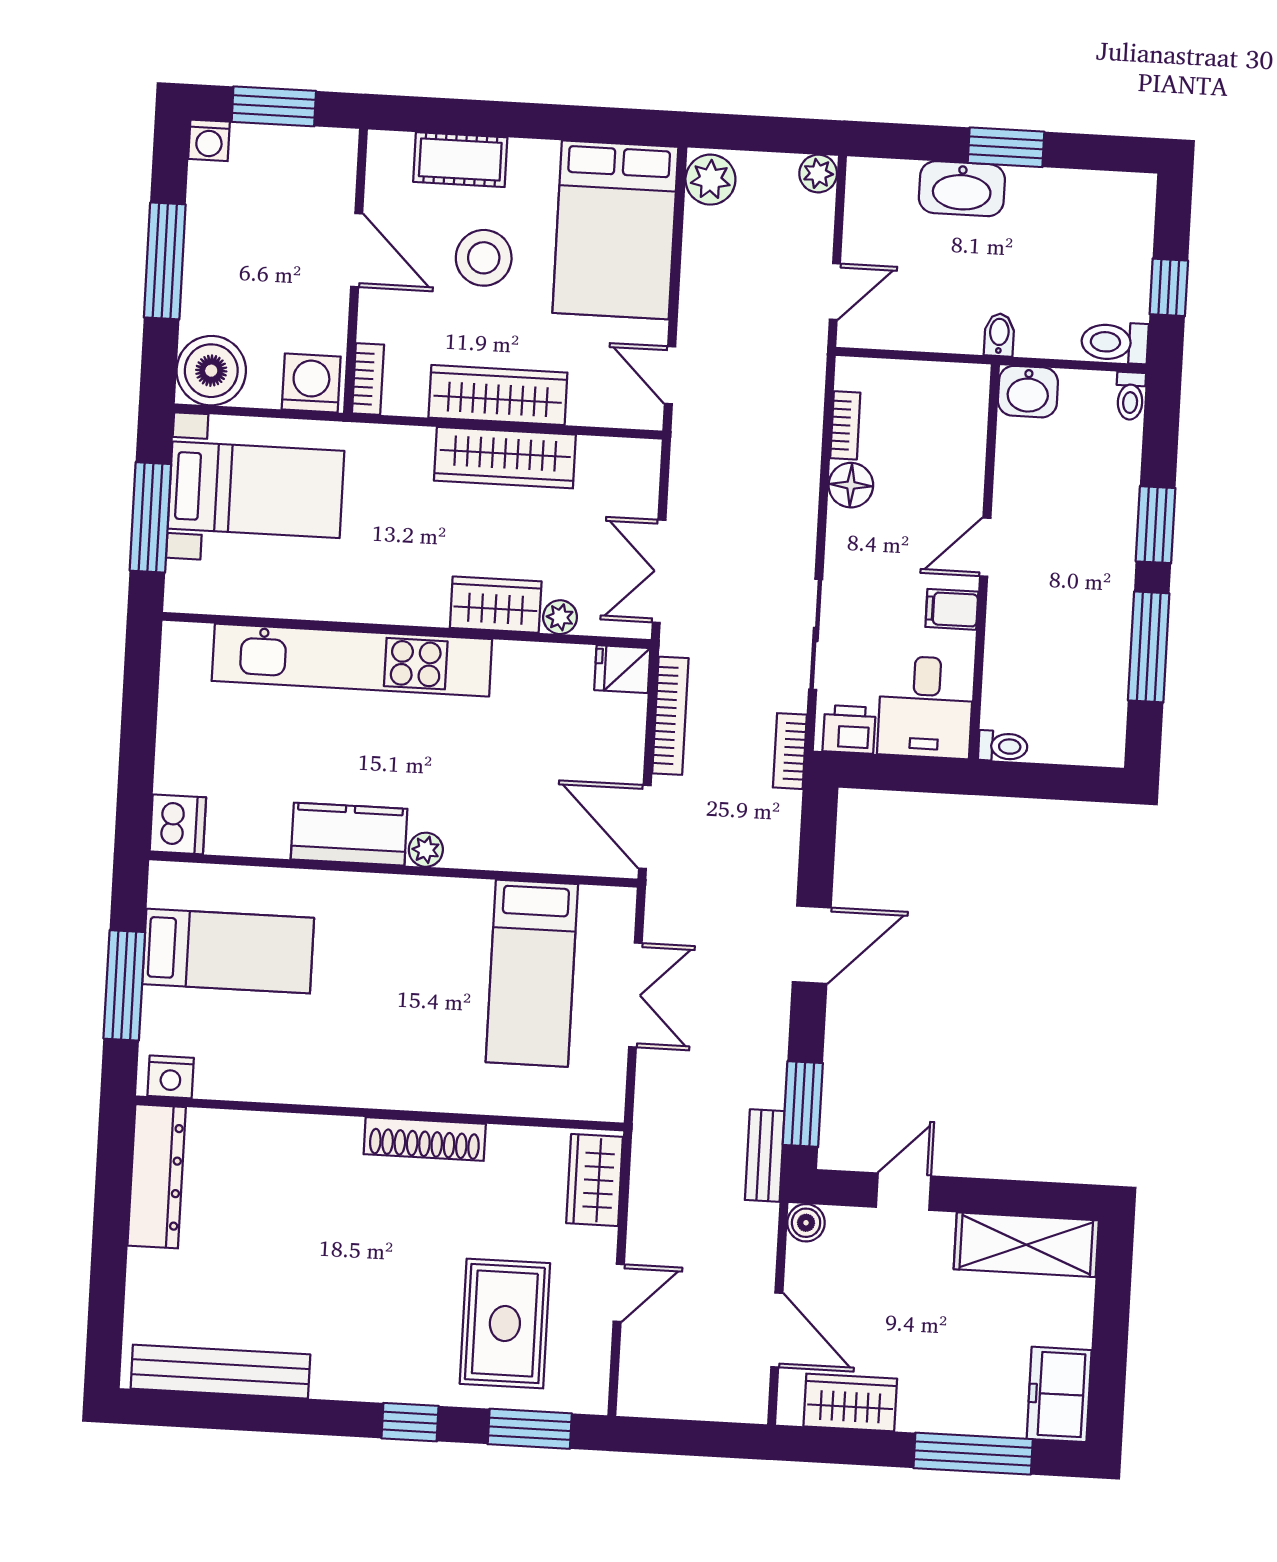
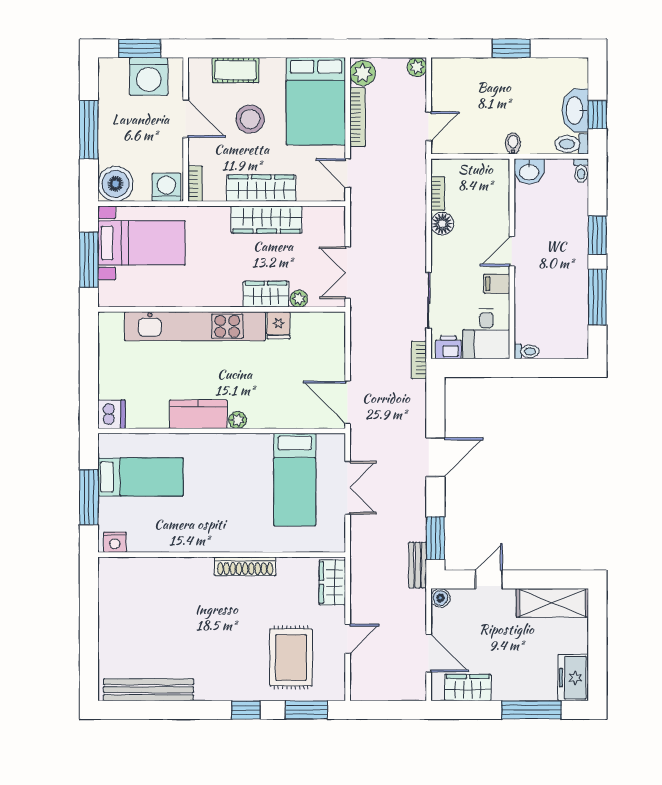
washing machine: (209, 140) -> (149, 76), moved, width x1.89, depth x1.89
washbasin: (962, 189) -> (575, 110), moved, turned 90
fridge: (622, 669) -> (278, 325), moved, turned -90
bookcase: (670, 716) -> (358, 117), moved
dresser: (157, 1176) -> (111, 593), removed

